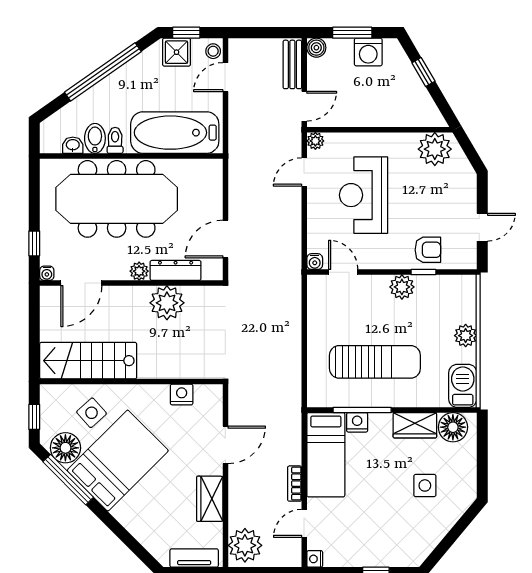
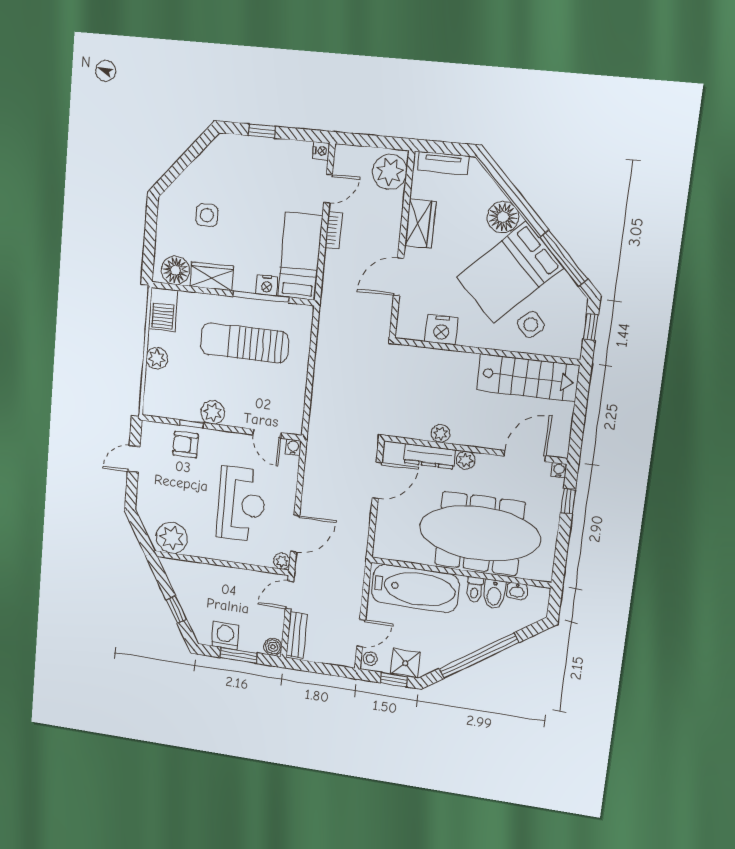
door: (304, 172) -> (295, 534), width x1.38
plant: (167, 303) -> (441, 434), width x0.53, depth x0.53
nightstand: (182, 394) -> (441, 330), width x1.36, depth x1.33
floor lamp: (65, 448) -> (503, 217), moved

